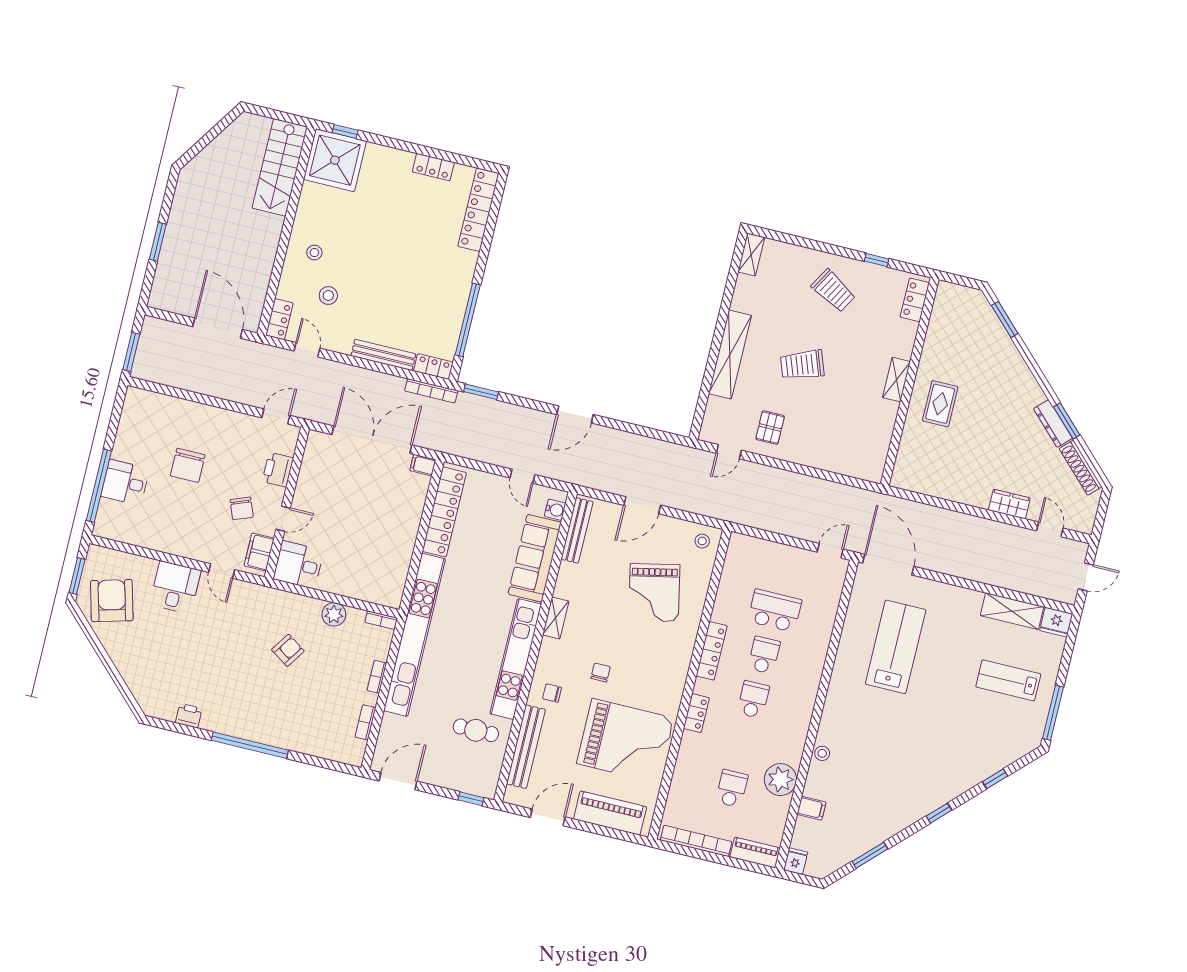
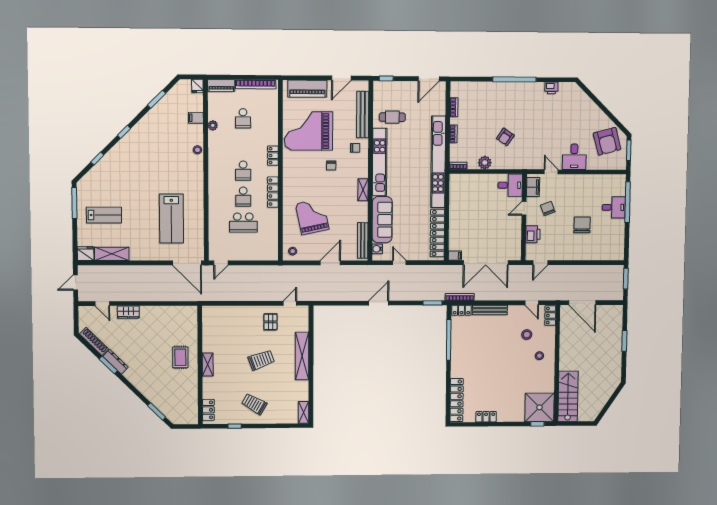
plant: (780, 780) -> (213, 125), width x0.53, depth x0.53

